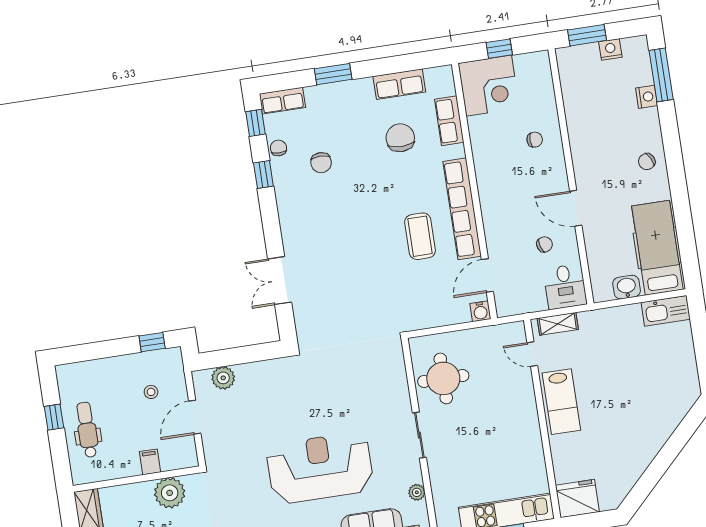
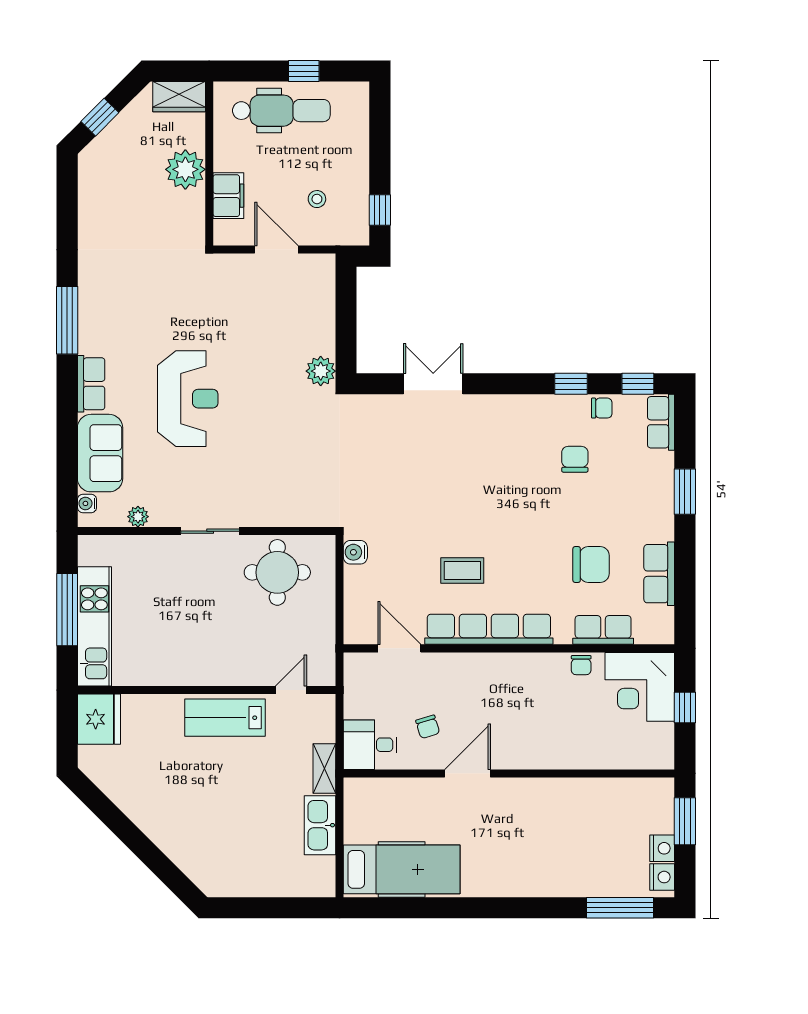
nightstand: (647, 97) -> (662, 877), moved, turned -90
chair: (535, 140) -> (581, 665), moved
chair: (647, 162) -> (513, 873), removed
chair: (321, 163) -> (575, 459), turned 90
coffee table: (420, 236) -> (462, 571), width x0.73, depth x0.77
washbasin: (627, 287) -> (358, 823), removed
water cooler: (480, 311) -> (355, 552), moved
kitchen sink: (666, 311) -> (320, 825), moved
shelving: (558, 324) -> (324, 769), moved
plant: (223, 378) -> (321, 371), moved
dental chair: (87, 430) -> (281, 111), width x1.36, depth x1.38
filing cabinet: (150, 462) -> (228, 196), width x2.00
reception desk: (320, 468) -> (188, 399), width x0.74, depth x0.77
plant: (170, 493) -> (185, 169), moved

